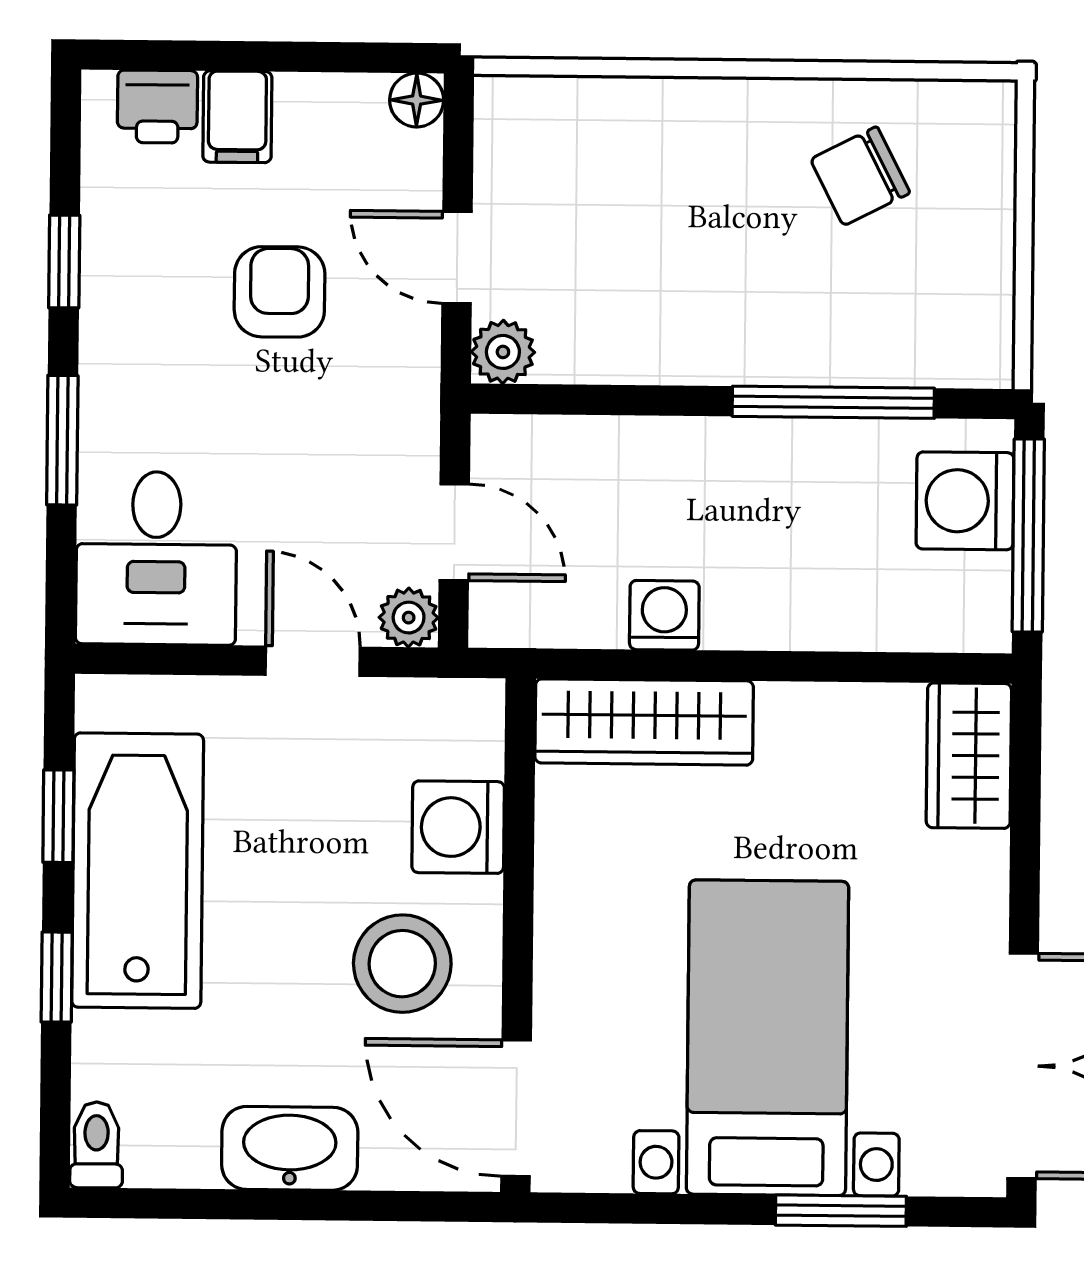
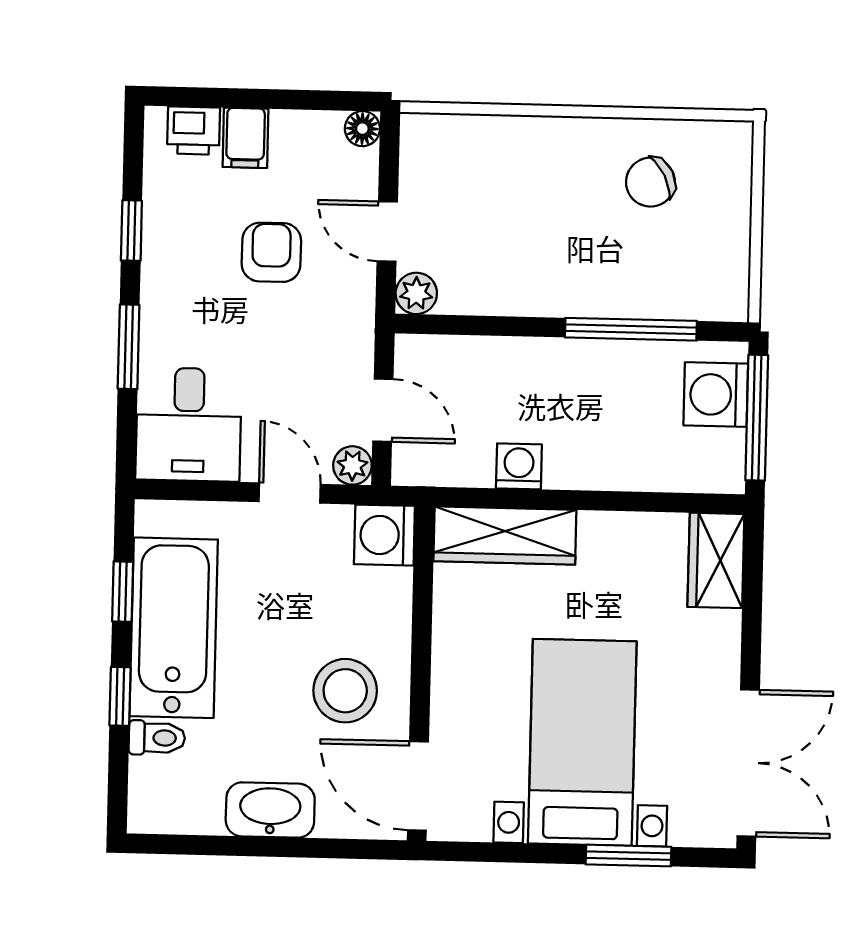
washing machine: (458, 827) -> (384, 535), moved
toilet: (96, 1145) -> (157, 738), moved, turned 90

